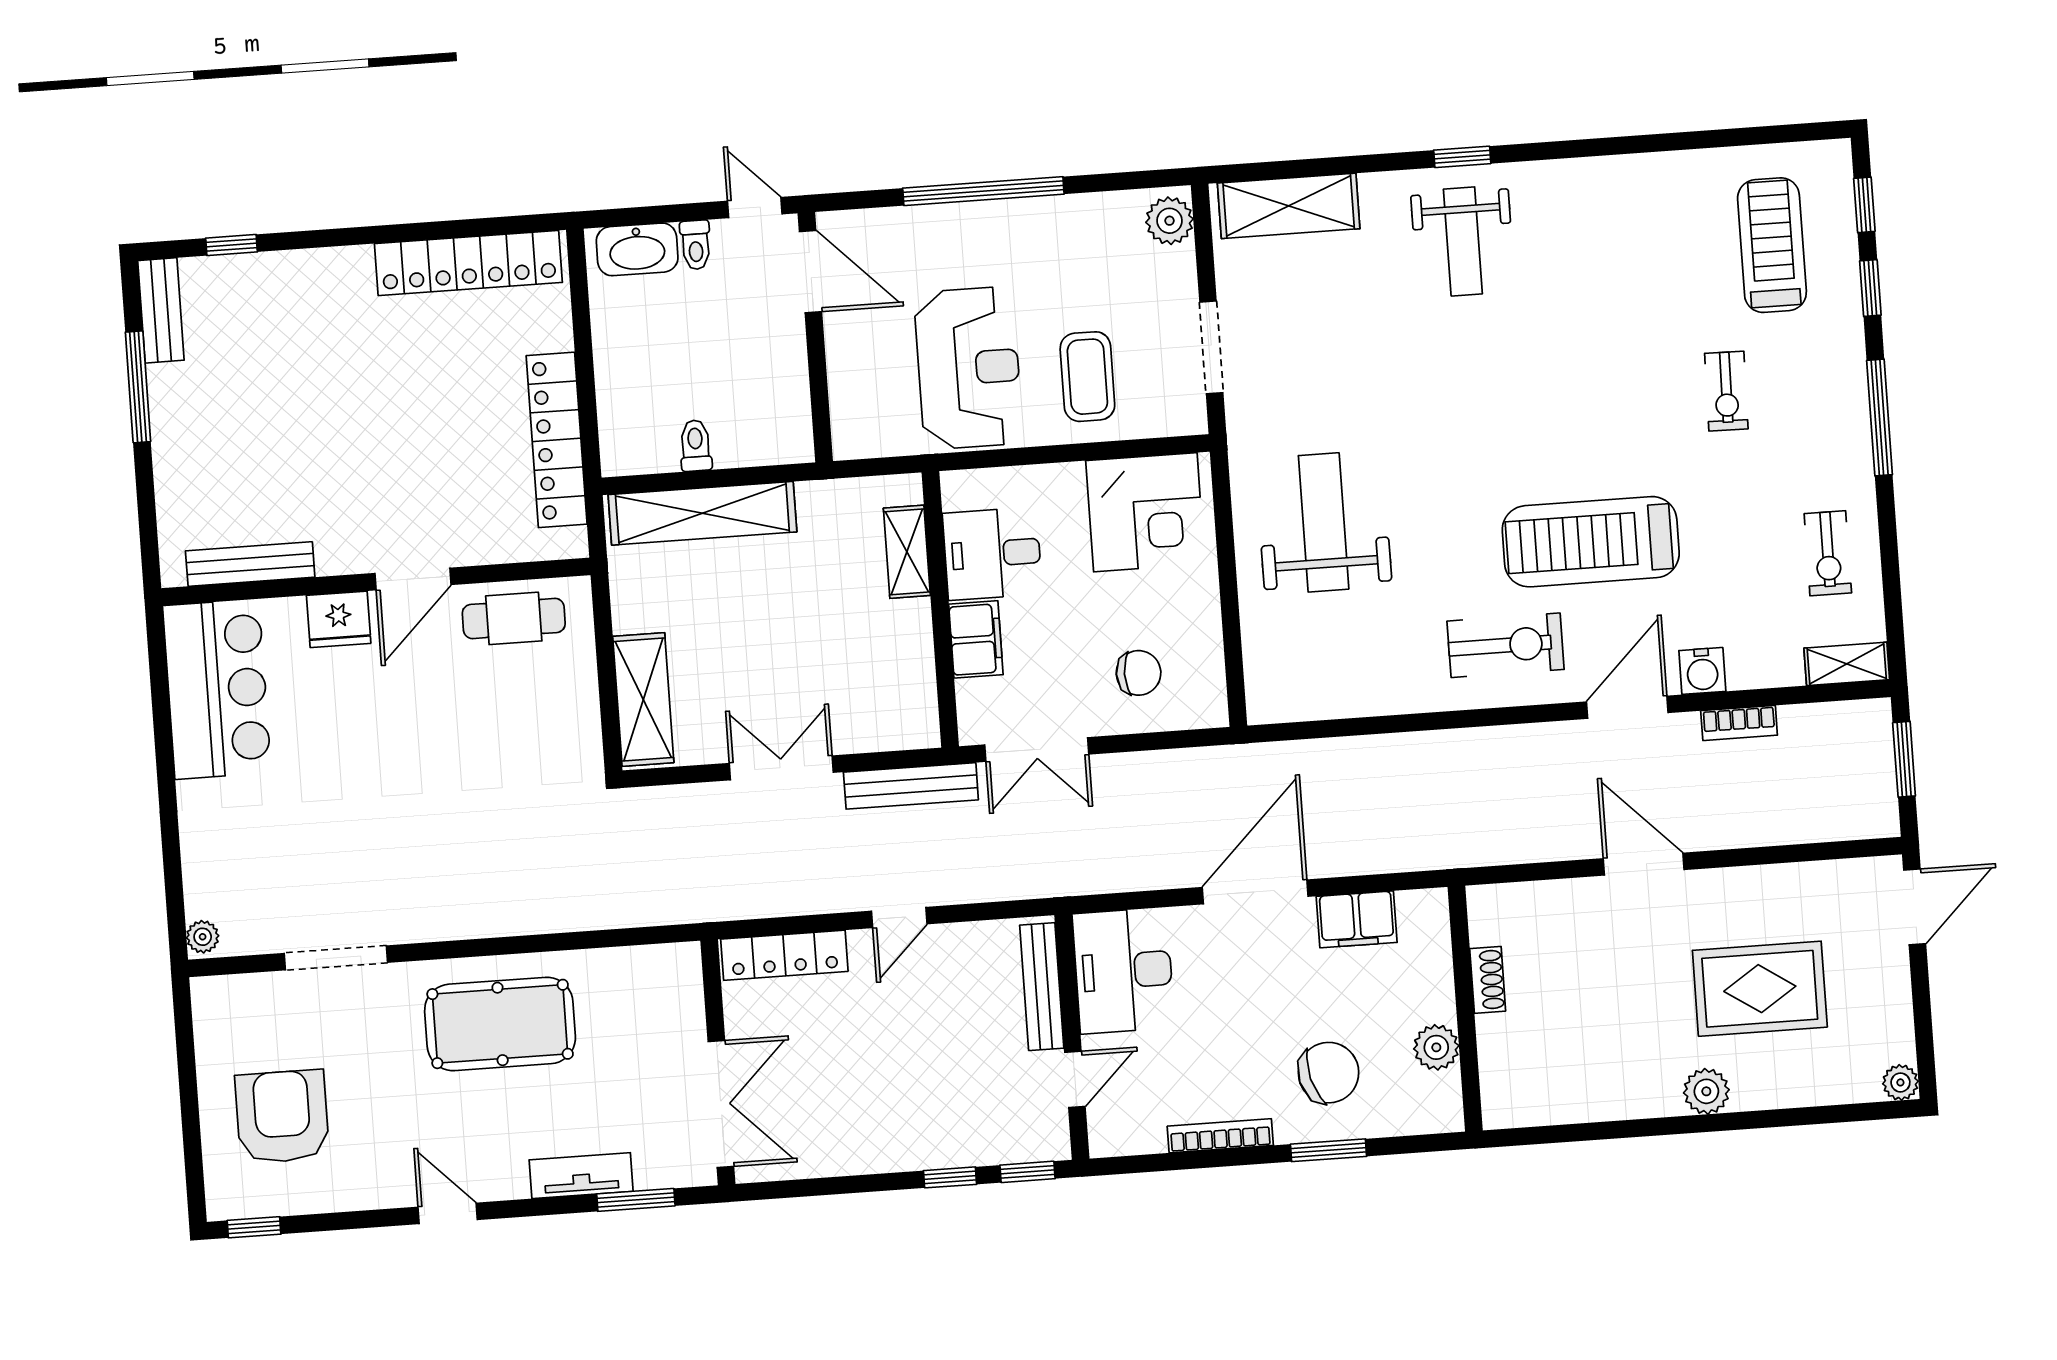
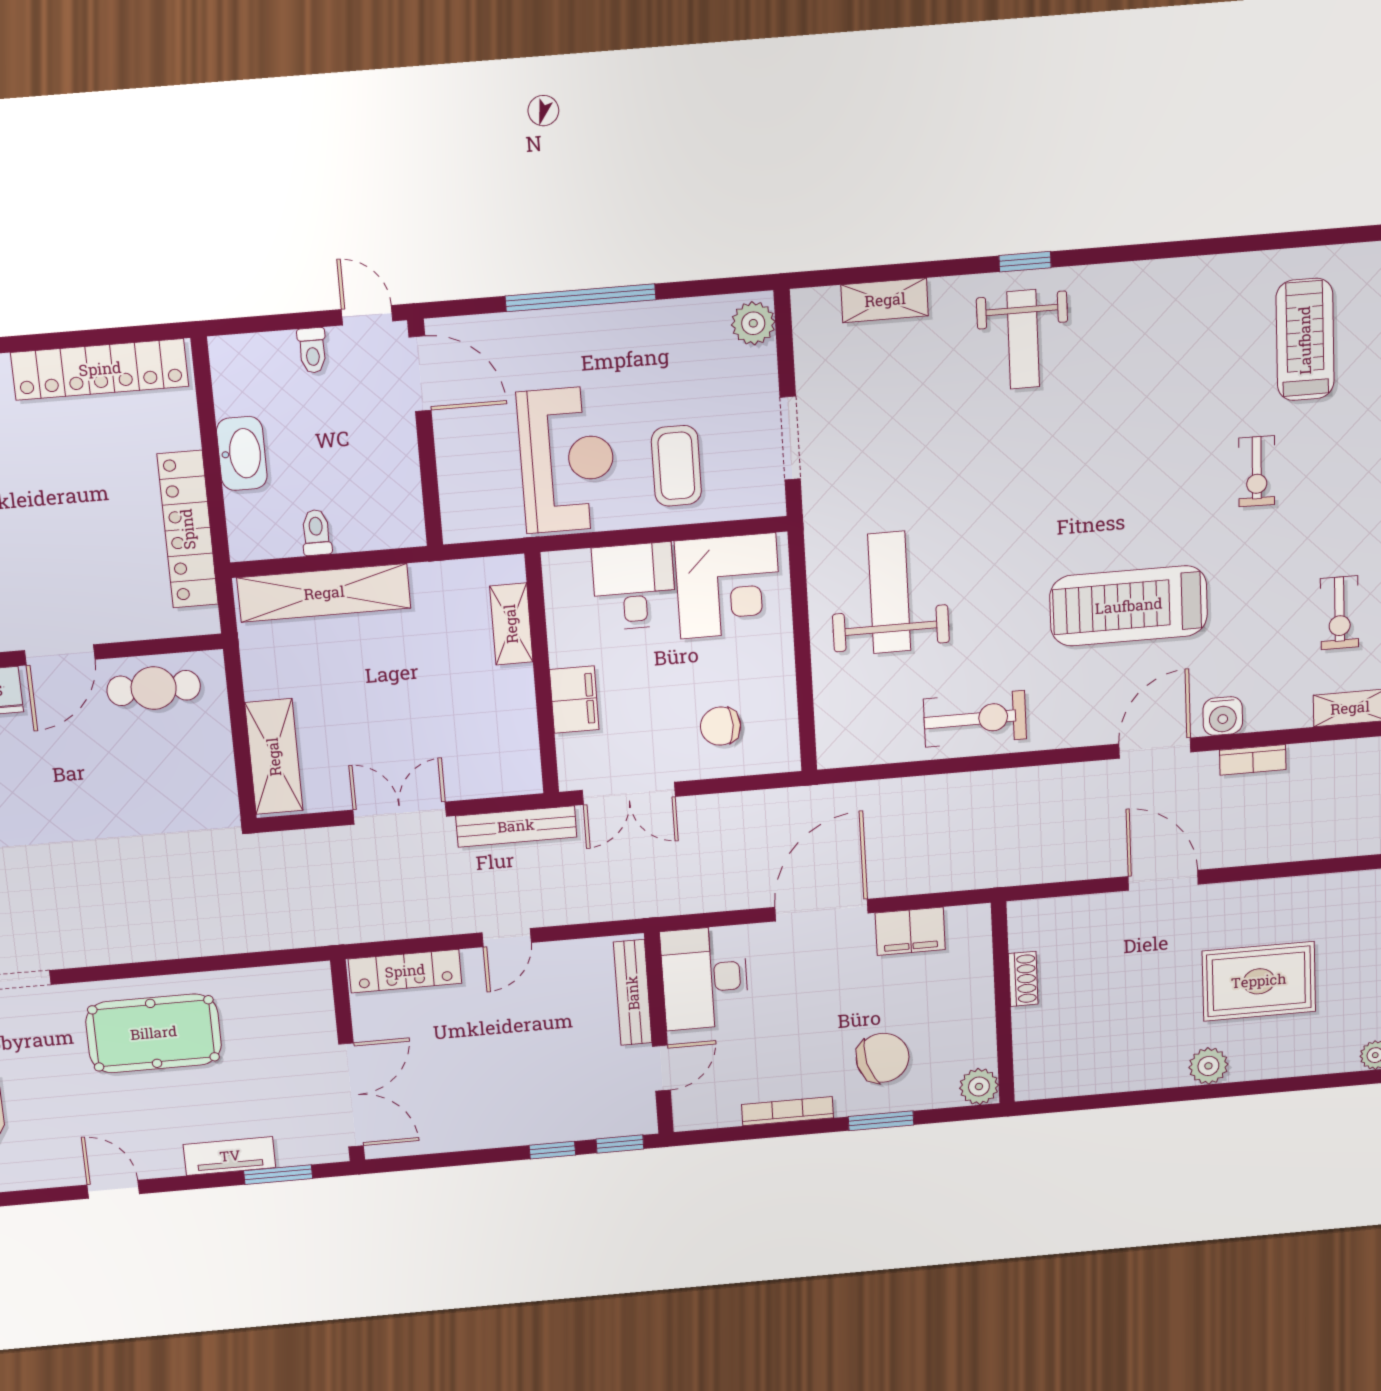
shelving: (1289, 206) -> (885, 300), width x0.67, depth x0.75
washbasin: (637, 249) -> (242, 453), moved, turned -90
desk: (992, 554) -> (634, 586), moved, turned 90
exercise bike: (1506, 645) -> (975, 719), moved
chair: (1139, 673) -> (721, 726), turned 180
plant: (1436, 1047) -> (979, 1087), moved

